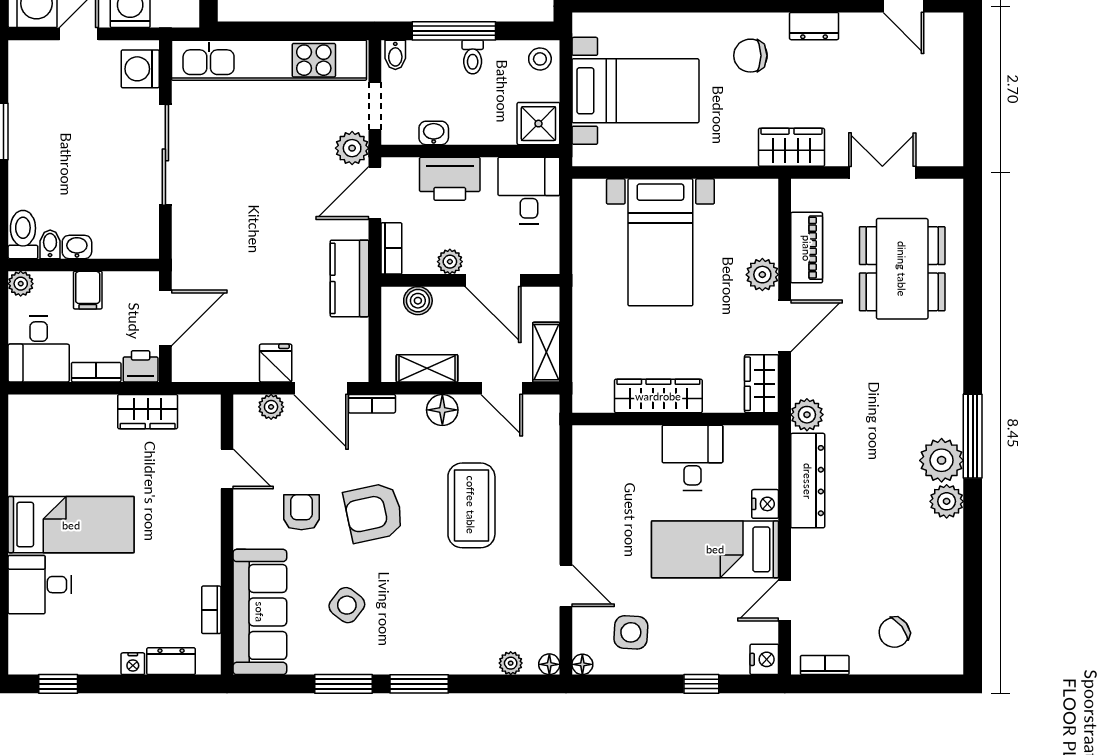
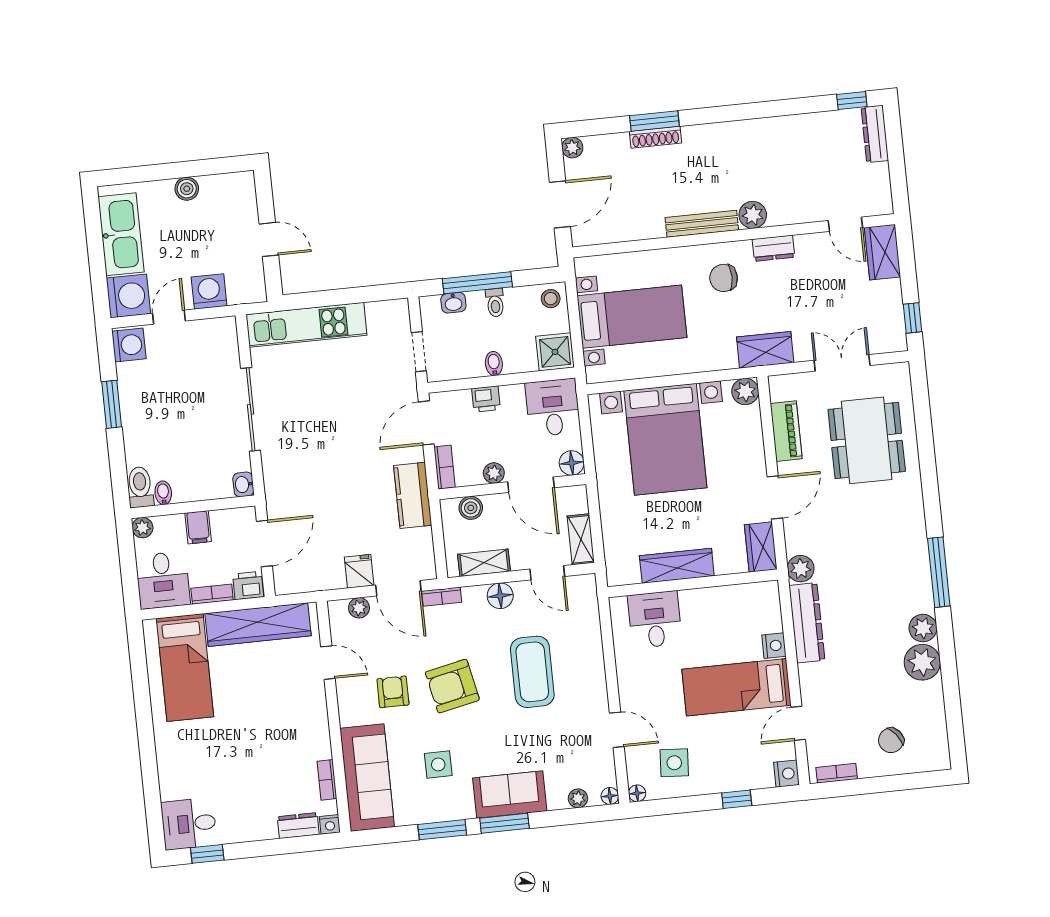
wardrobe: (945, 44) -> (883, 252), added
bidet: (395, 55) -> (494, 364), moved, turned 180
kitchen unit: (269, 60) -> (306, 325), width x0.73
washing machine: (140, 69) -> (129, 345), moved, turned 180
window: (973, 127) -> (913, 318), added
washbasin: (434, 133) -> (453, 303), moved, turned 180
plant: (352, 148) -> (404, 388), removed
printer: (450, 179) -> (486, 399), width x0.53, depth x0.68
bed with nightstands: (660, 242) -> (665, 439), width x1.36
washbasin: (77, 247) -> (243, 484), moved, turned -90
floor lamp: (545, 259) -> (572, 463), added
plant: (762, 275) -> (745, 391), moved
wardrobe: (148, 412) -> (258, 625), width x2.10, depth x1.17
desk: (692, 458) -> (655, 619), moved
plant: (942, 460) -> (922, 662), moved
bed: (71, 525) -> (185, 668), moved, turned 90
desk: (40, 585) -> (189, 824), moved
side table: (347, 605) -> (438, 764), turned -38
sofa: (429, 650) -> (510, 795), added
nightstand: (133, 664) -> (330, 824), moved

